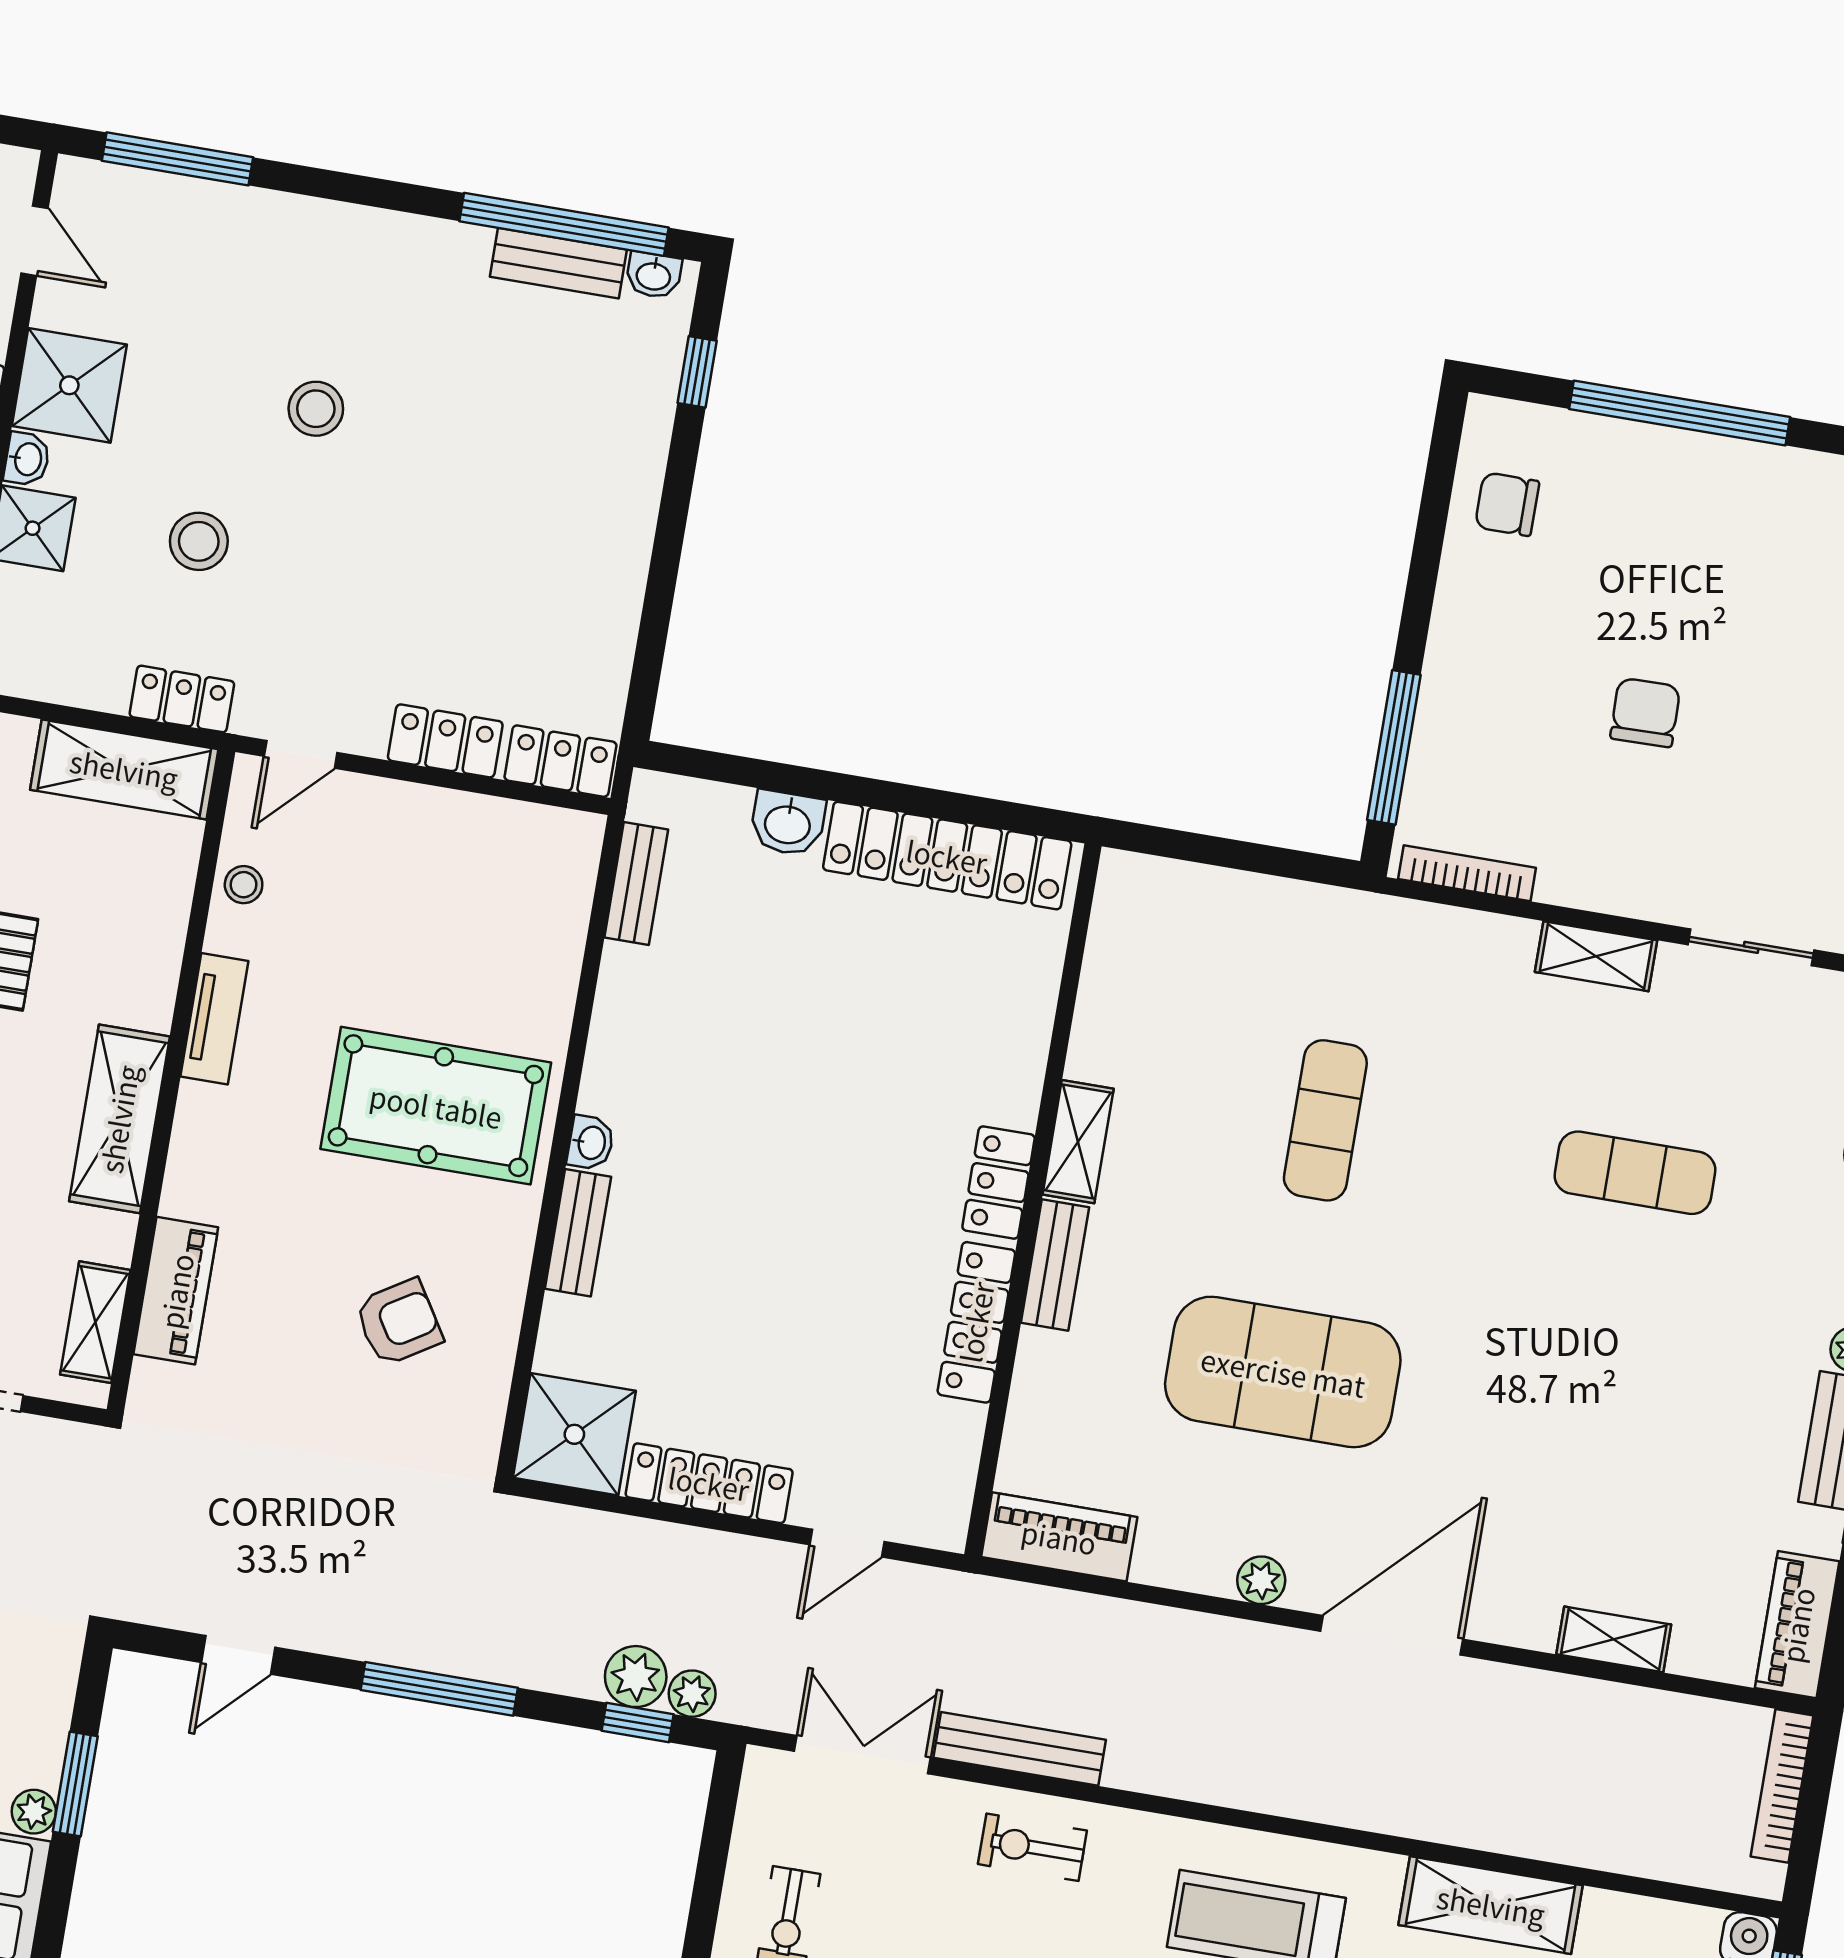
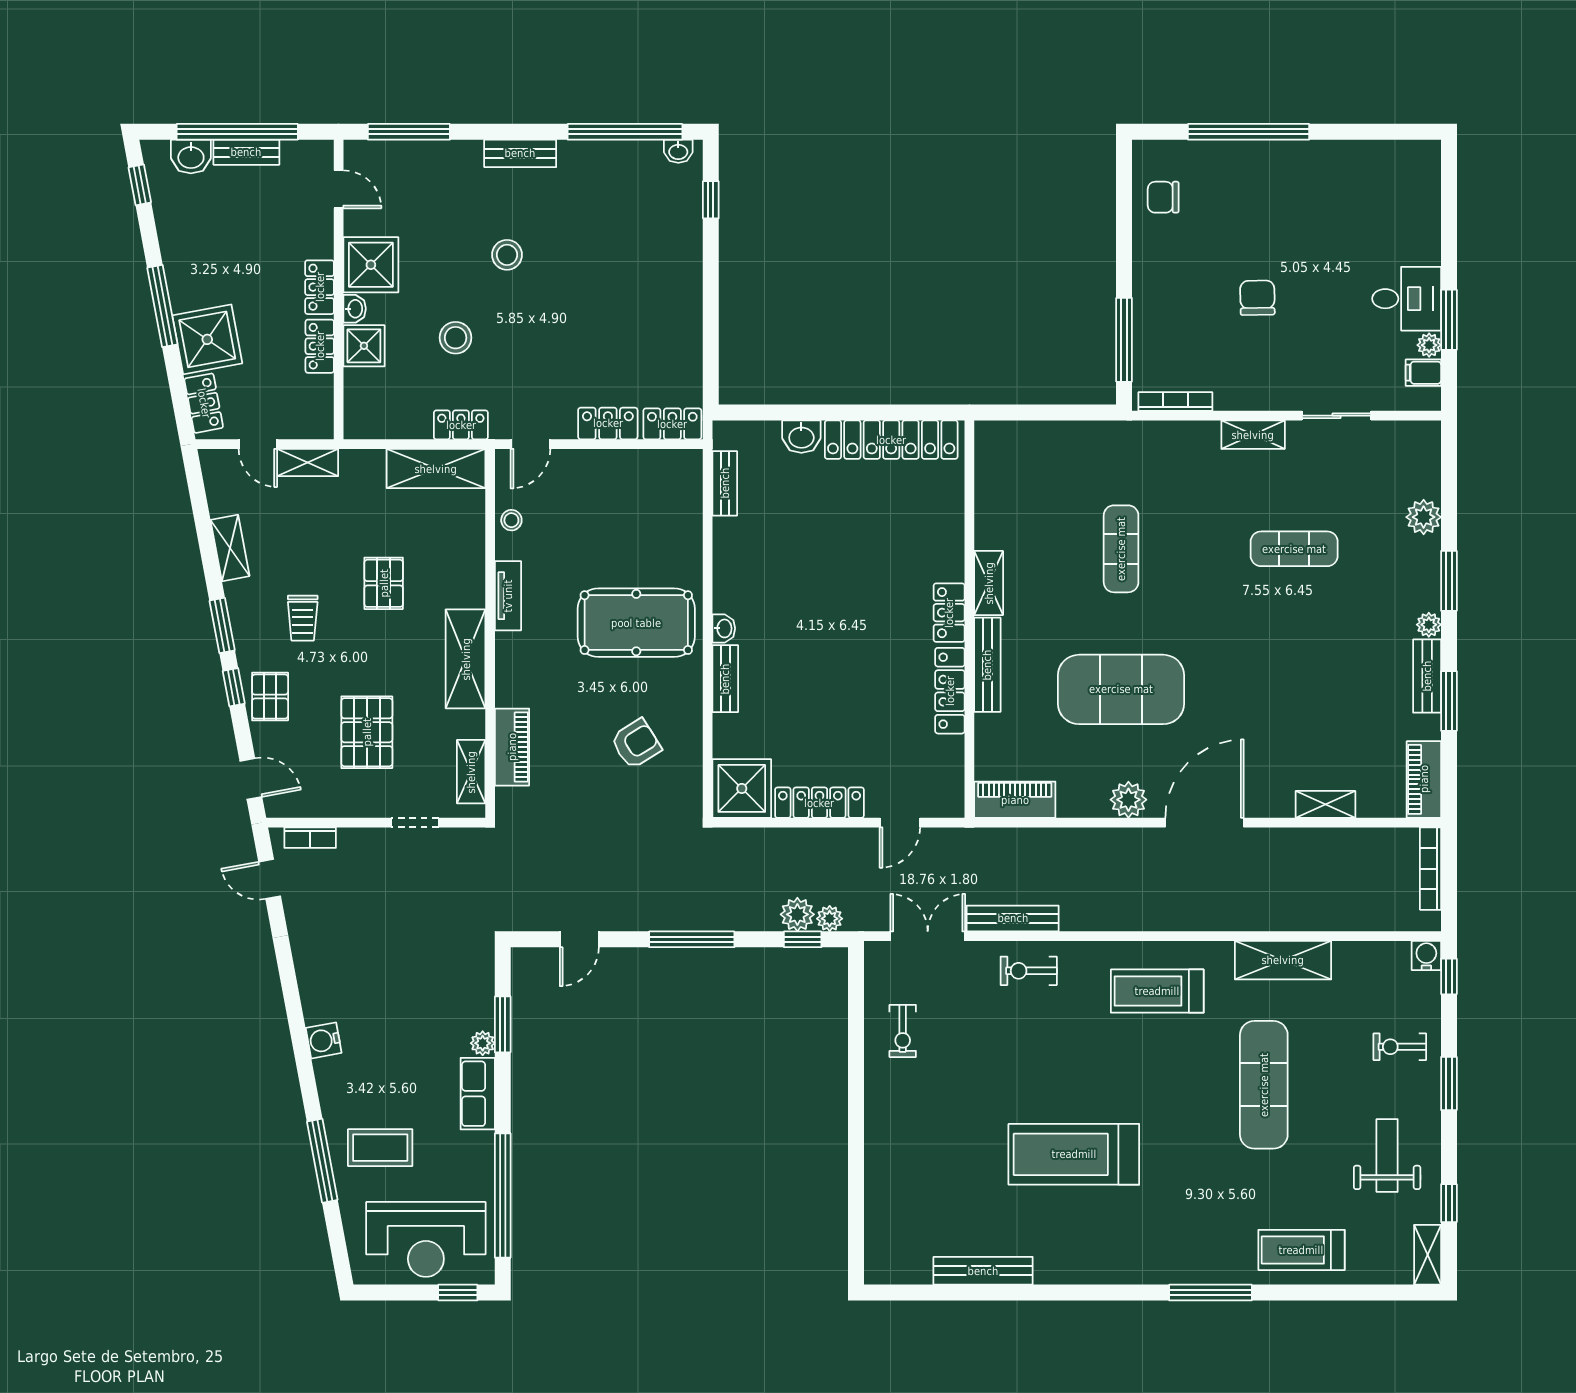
bench: (558, 263) -> (520, 153), moved
bench: (1055, 1265) -> (987, 665), width x1.36
plant: (1261, 1580) -> (1128, 800), width x1.38, depth x1.38

